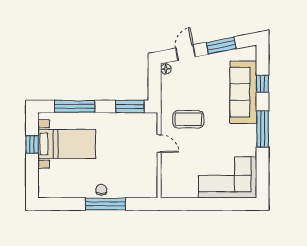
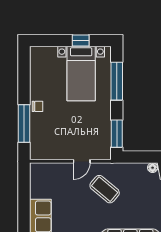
coffee table: (188, 119) -> (105, 189), turned -50
window: (105, 204) -> (24, 124), moved

